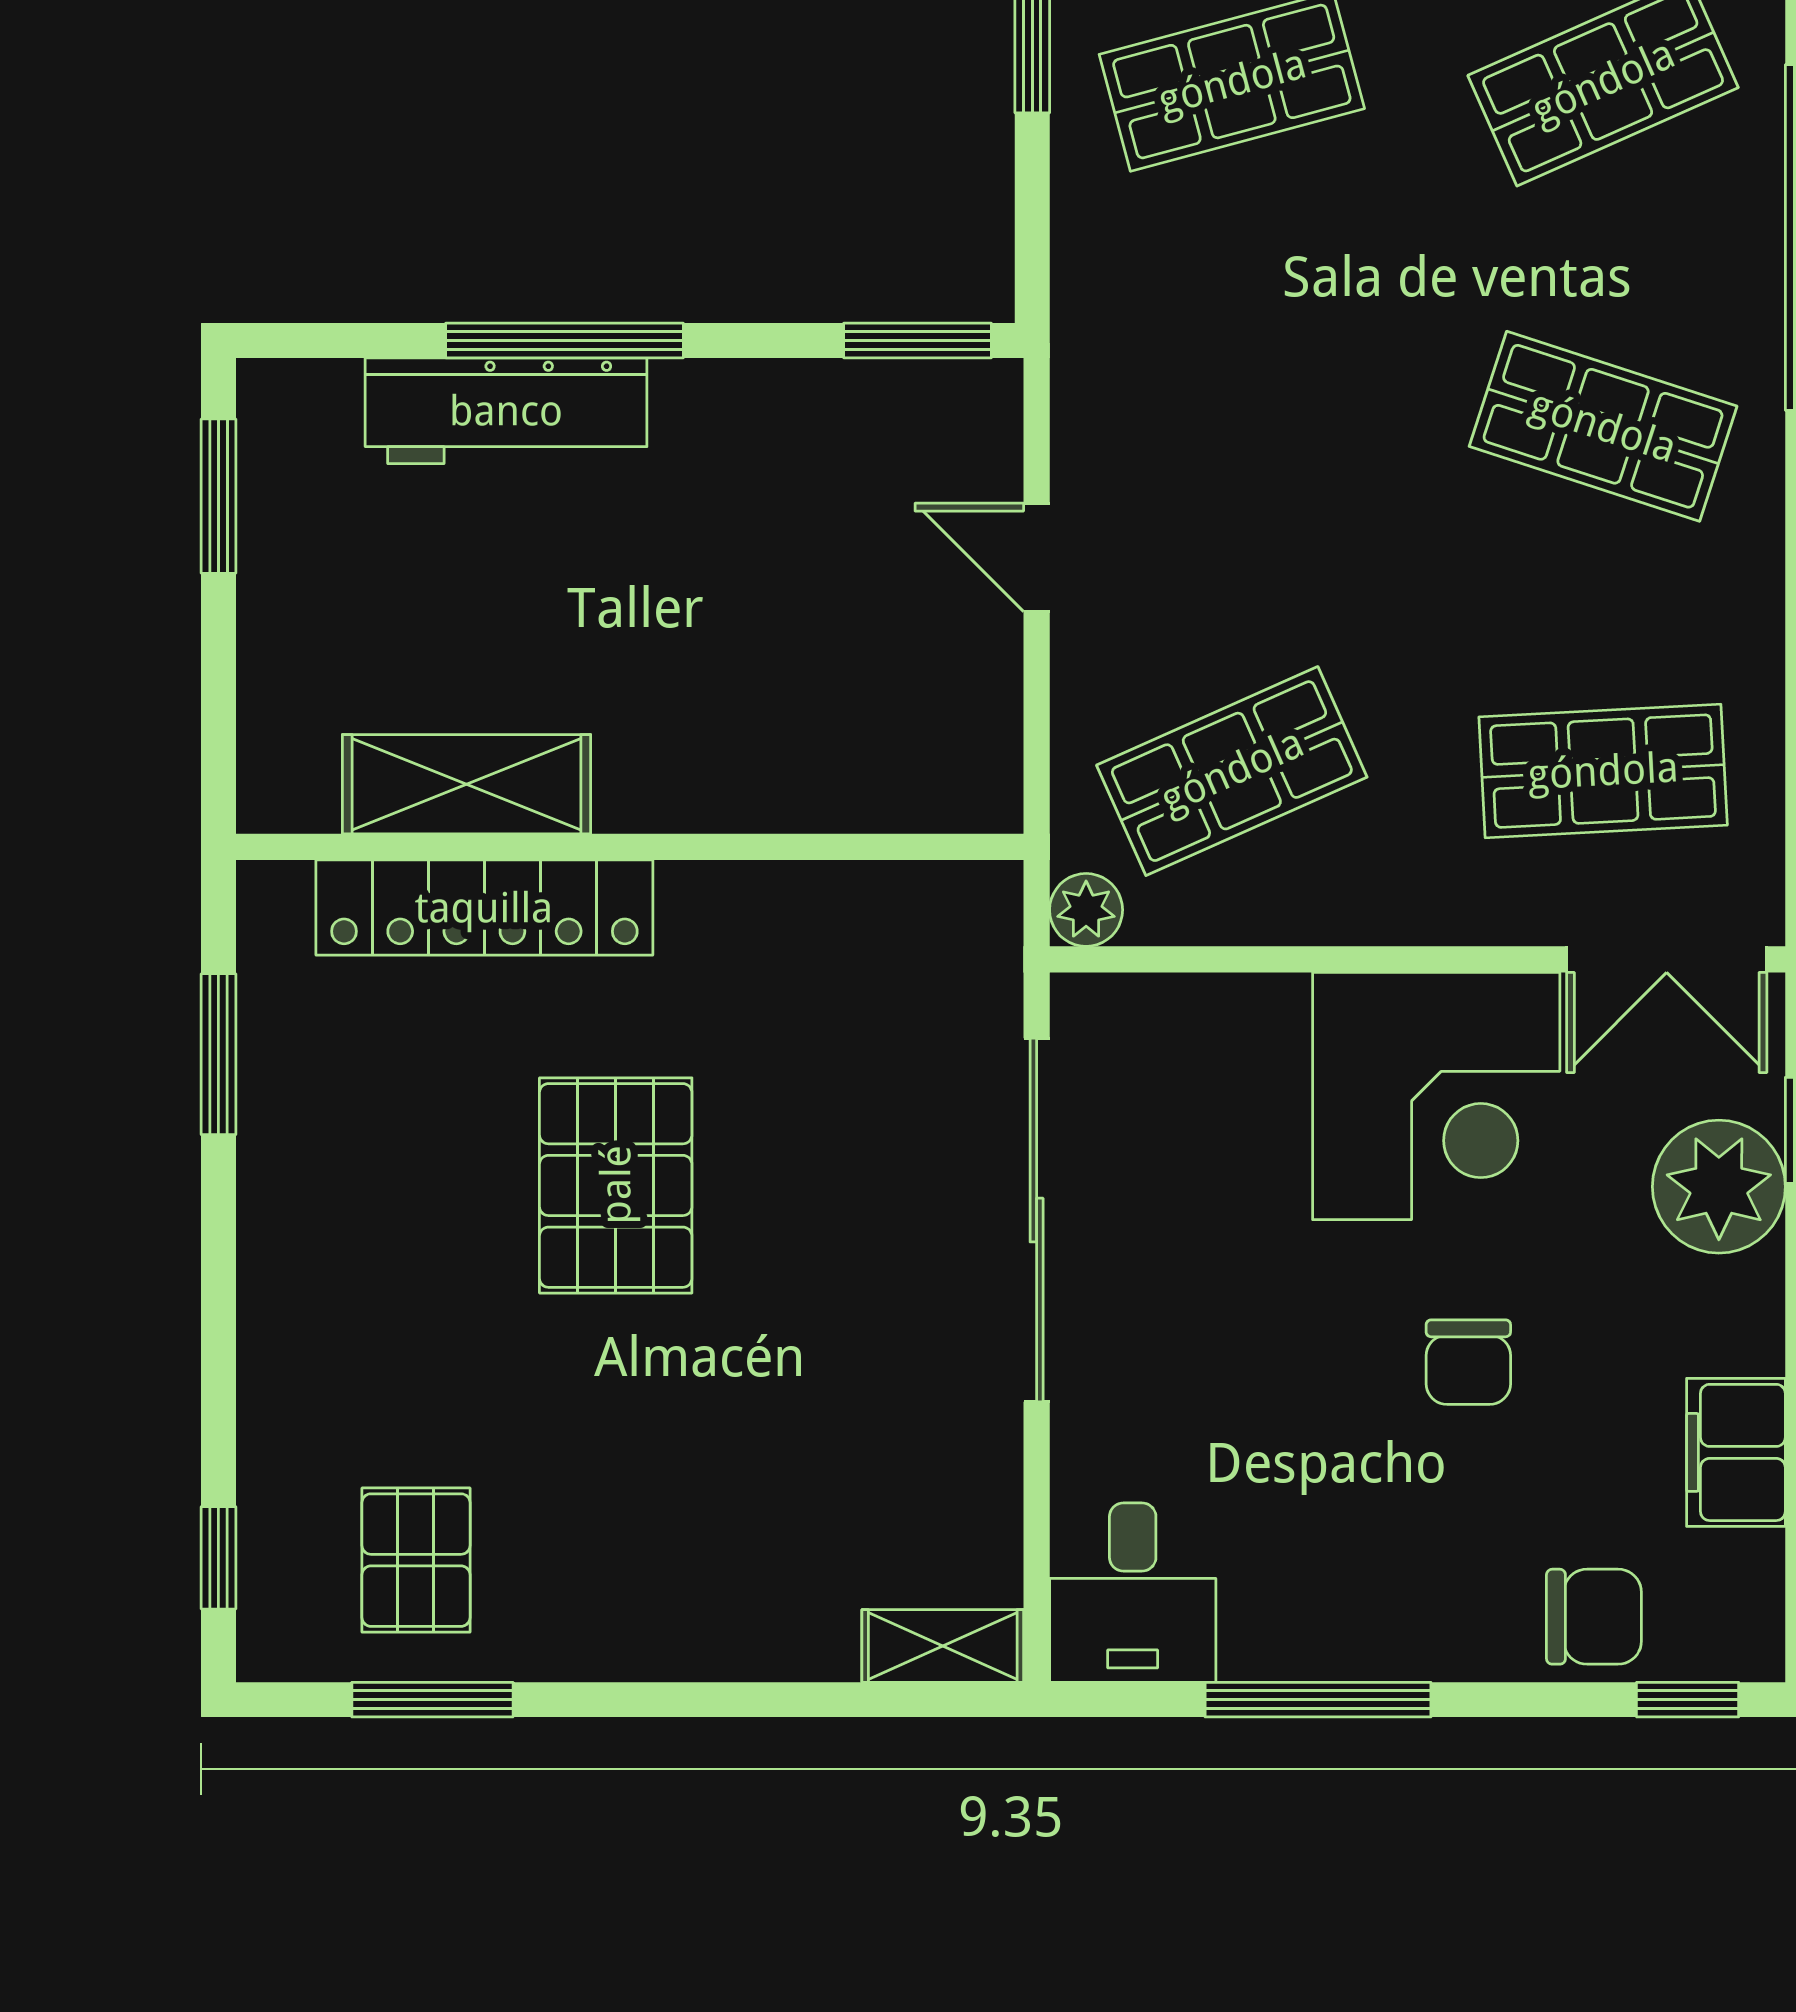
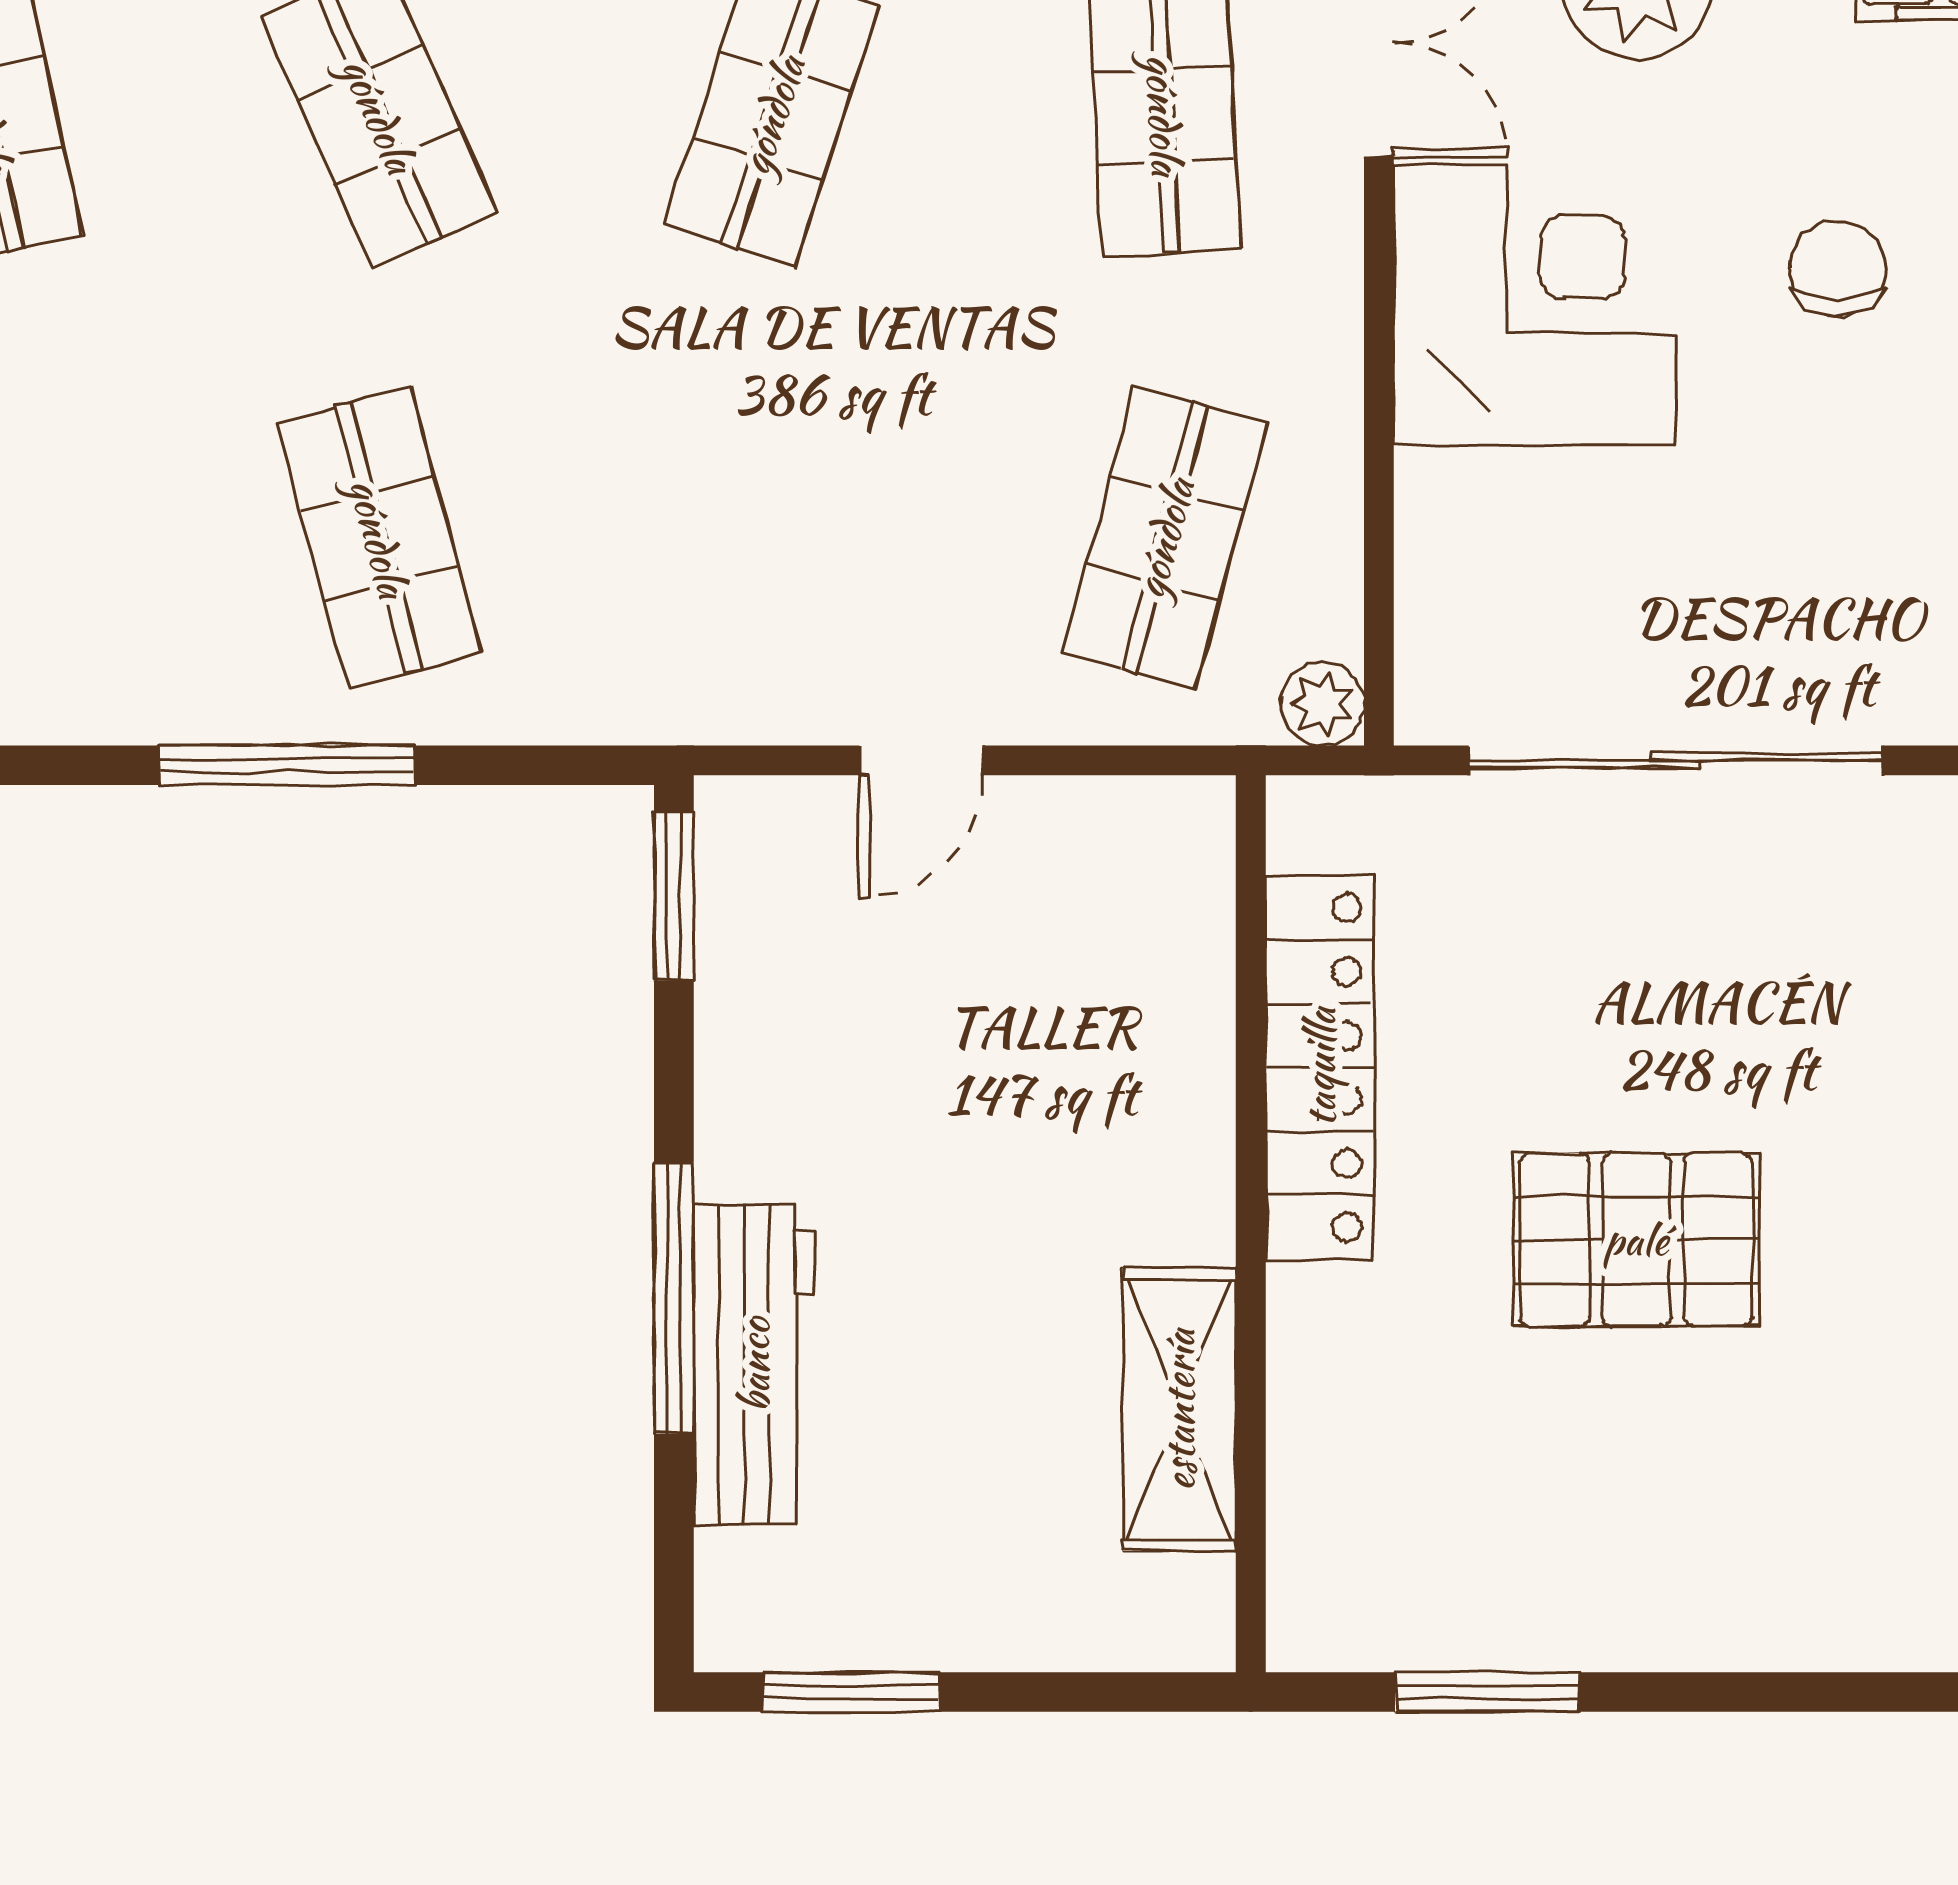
shop shelf: (1232, 771) -> (1164, 538), turned 39
locker: (484, 908) -> (1320, 1067), moved
chair: (1468, 1362) -> (1837, 269), turned -90

